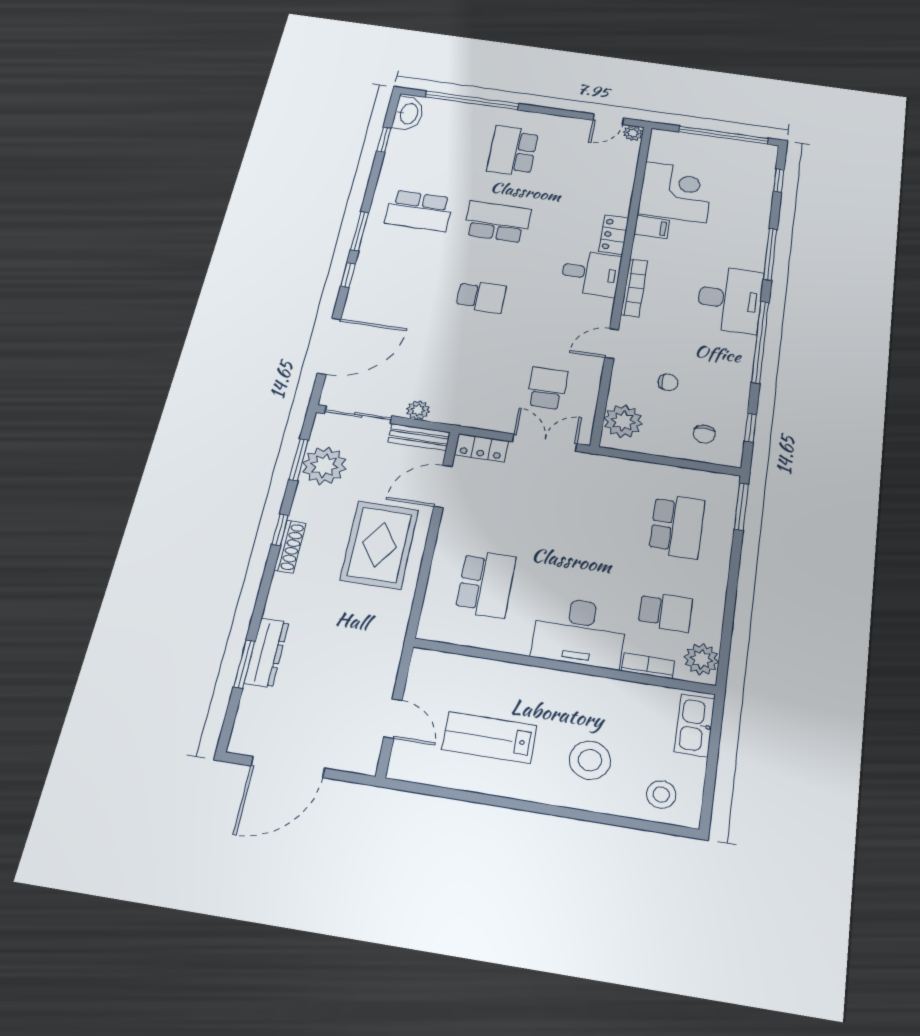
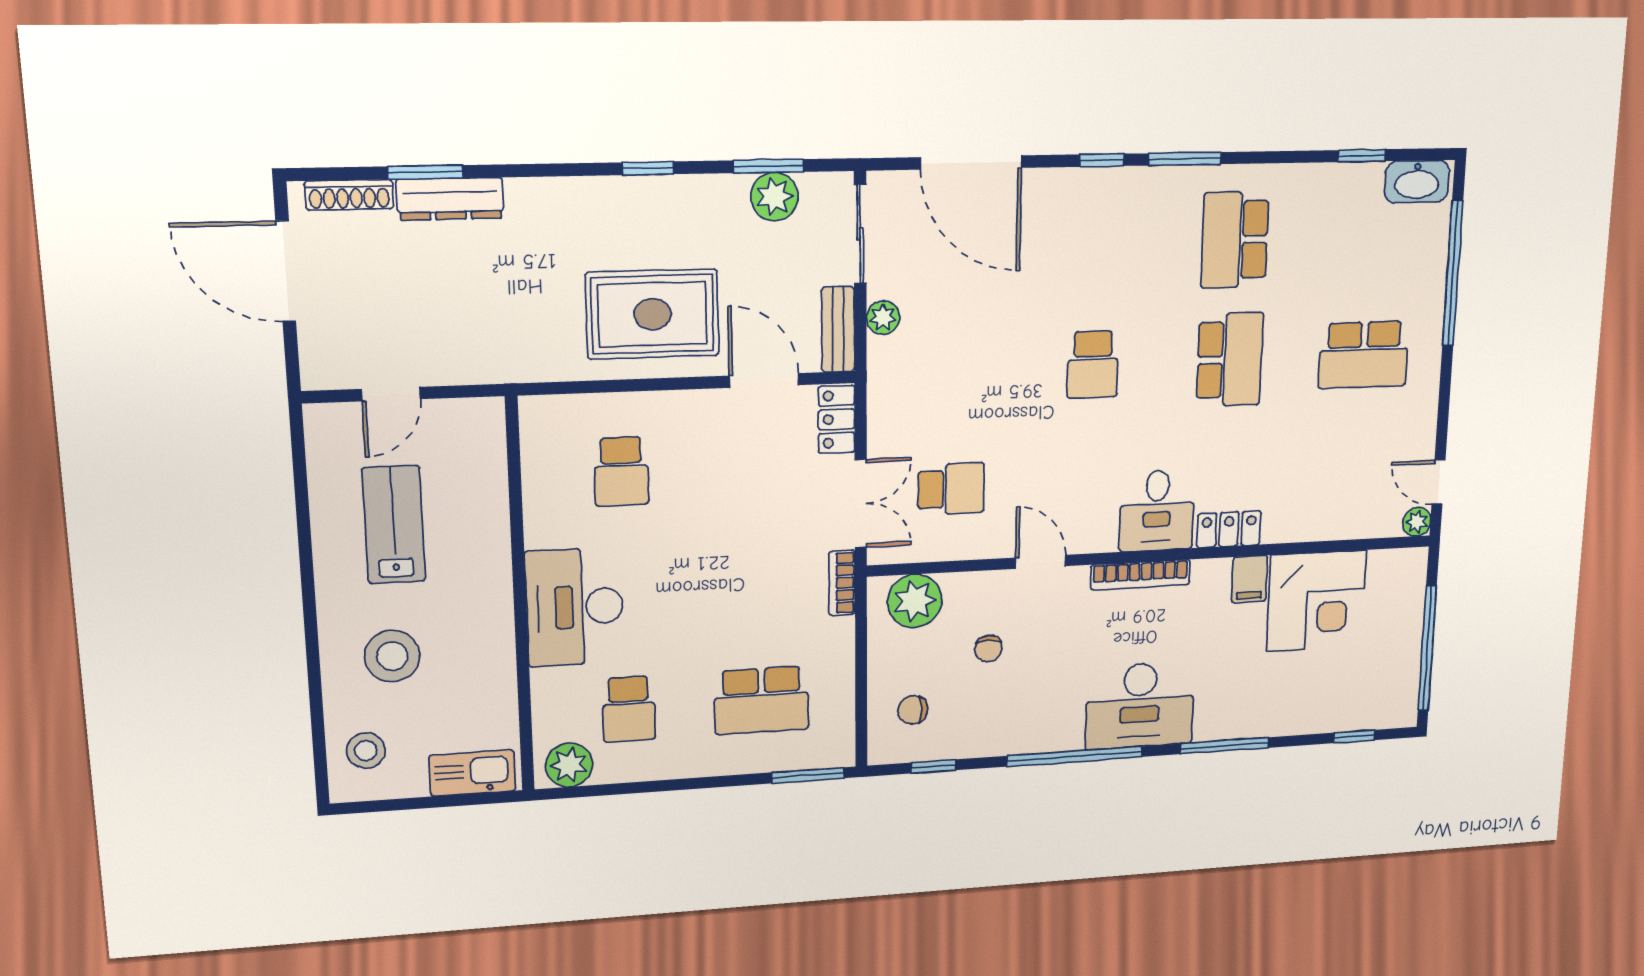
school desk: (513, 151) -> (1364, 355), turned 180
plant: (324, 466) -> (774, 197), width x0.73, depth x0.73
shoe rack: (290, 547) -> (349, 195), moved
school desk: (486, 584) -> (621, 471), width x0.54
bookcase: (648, 666) -> (842, 583), moved, turned 180

